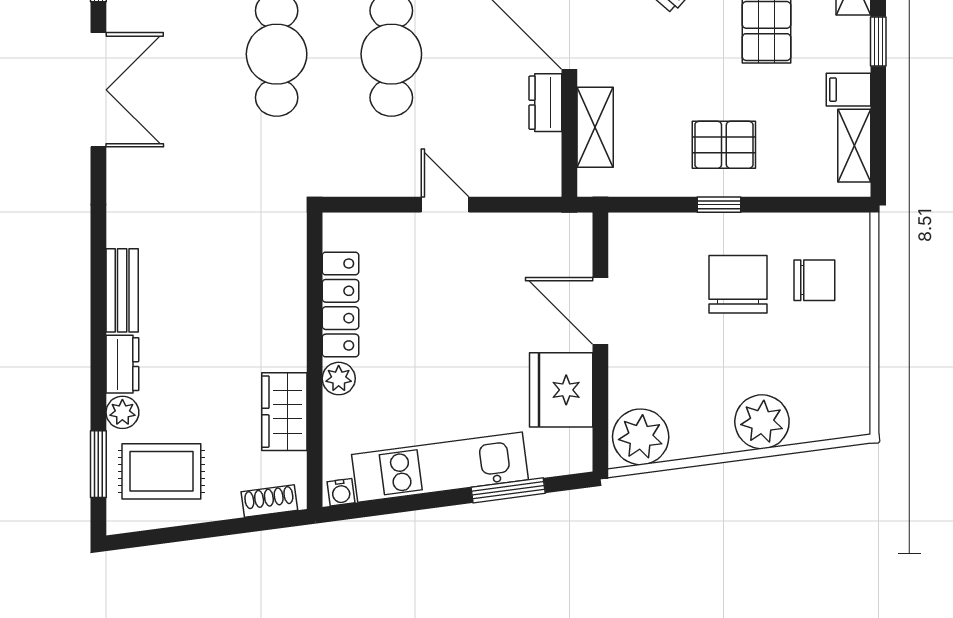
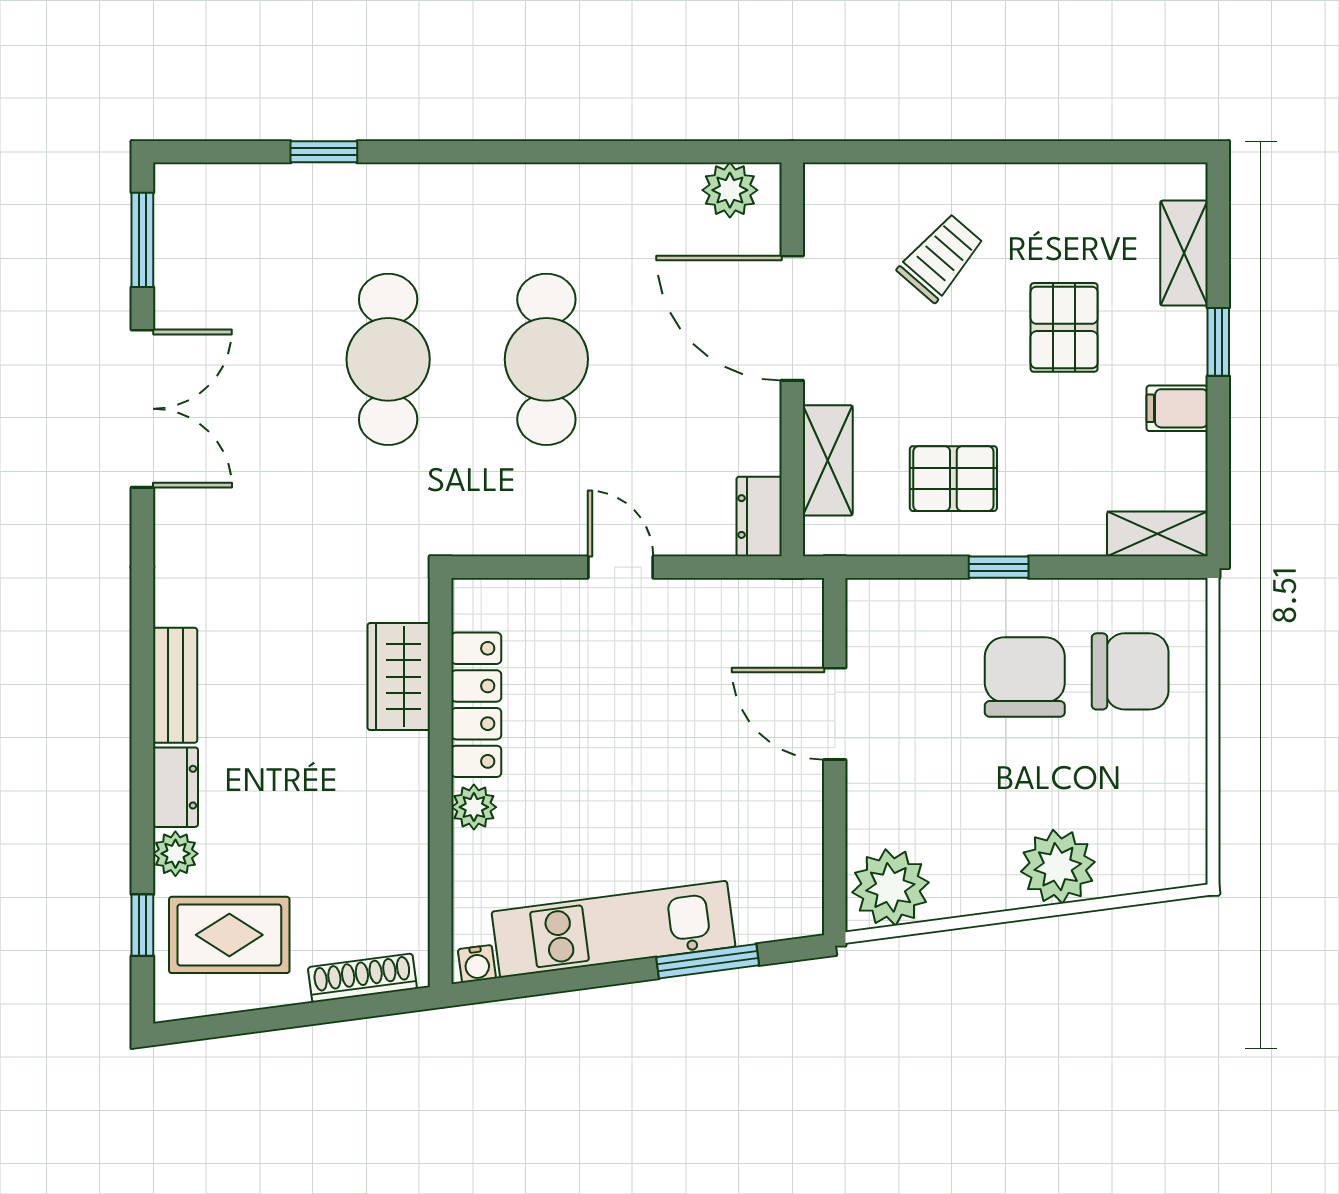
dresser: (545, 103) -> (759, 517), moved
pallet: (724, 145) -> (953, 479), moved
shelving: (854, 146) -> (1157, 534), moved, turned 90
chair: (814, 280) -> (1130, 671), width x1.37, depth x1.37
fridge: (561, 390) -> (781, 823), removed
wardrobe: (284, 412) -> (399, 677), moved
window: (98, 464) -> (142, 925), width x0.67
shoe rack: (269, 501) -> (362, 978), width x1.43

